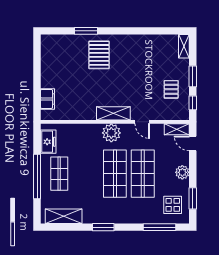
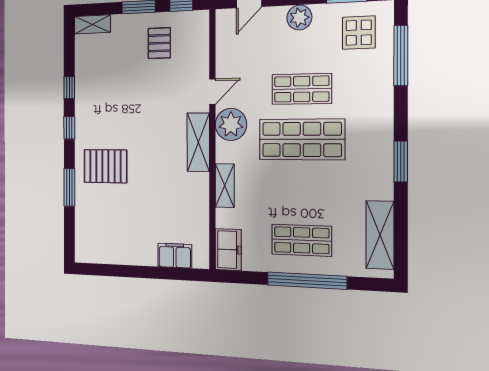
window: (122, 31) -> (69, 128), added
window: (146, 31) -> (69, 88), added
pallet: (171, 89) -> (159, 43), turned 90
shelving: (177, 129) -> (225, 186), moved
plant: (111, 133) -> (231, 124), moved
freezer: (48, 142) -> (228, 250), moved, turned 90
shop shelf: (143, 174) -> (302, 89), width x0.70, depth x0.74

